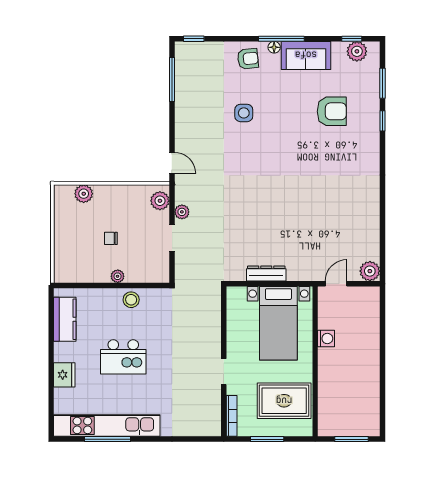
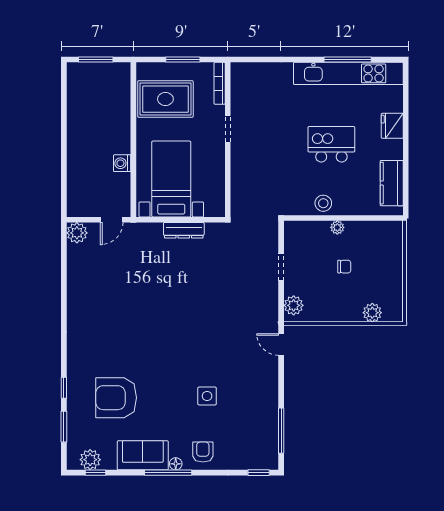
armchair: (248, 59) -> (203, 452), turned 96
armchair: (332, 111) -> (116, 398), width x1.36, depth x1.36
plant: (182, 212) -> (271, 294), removed

